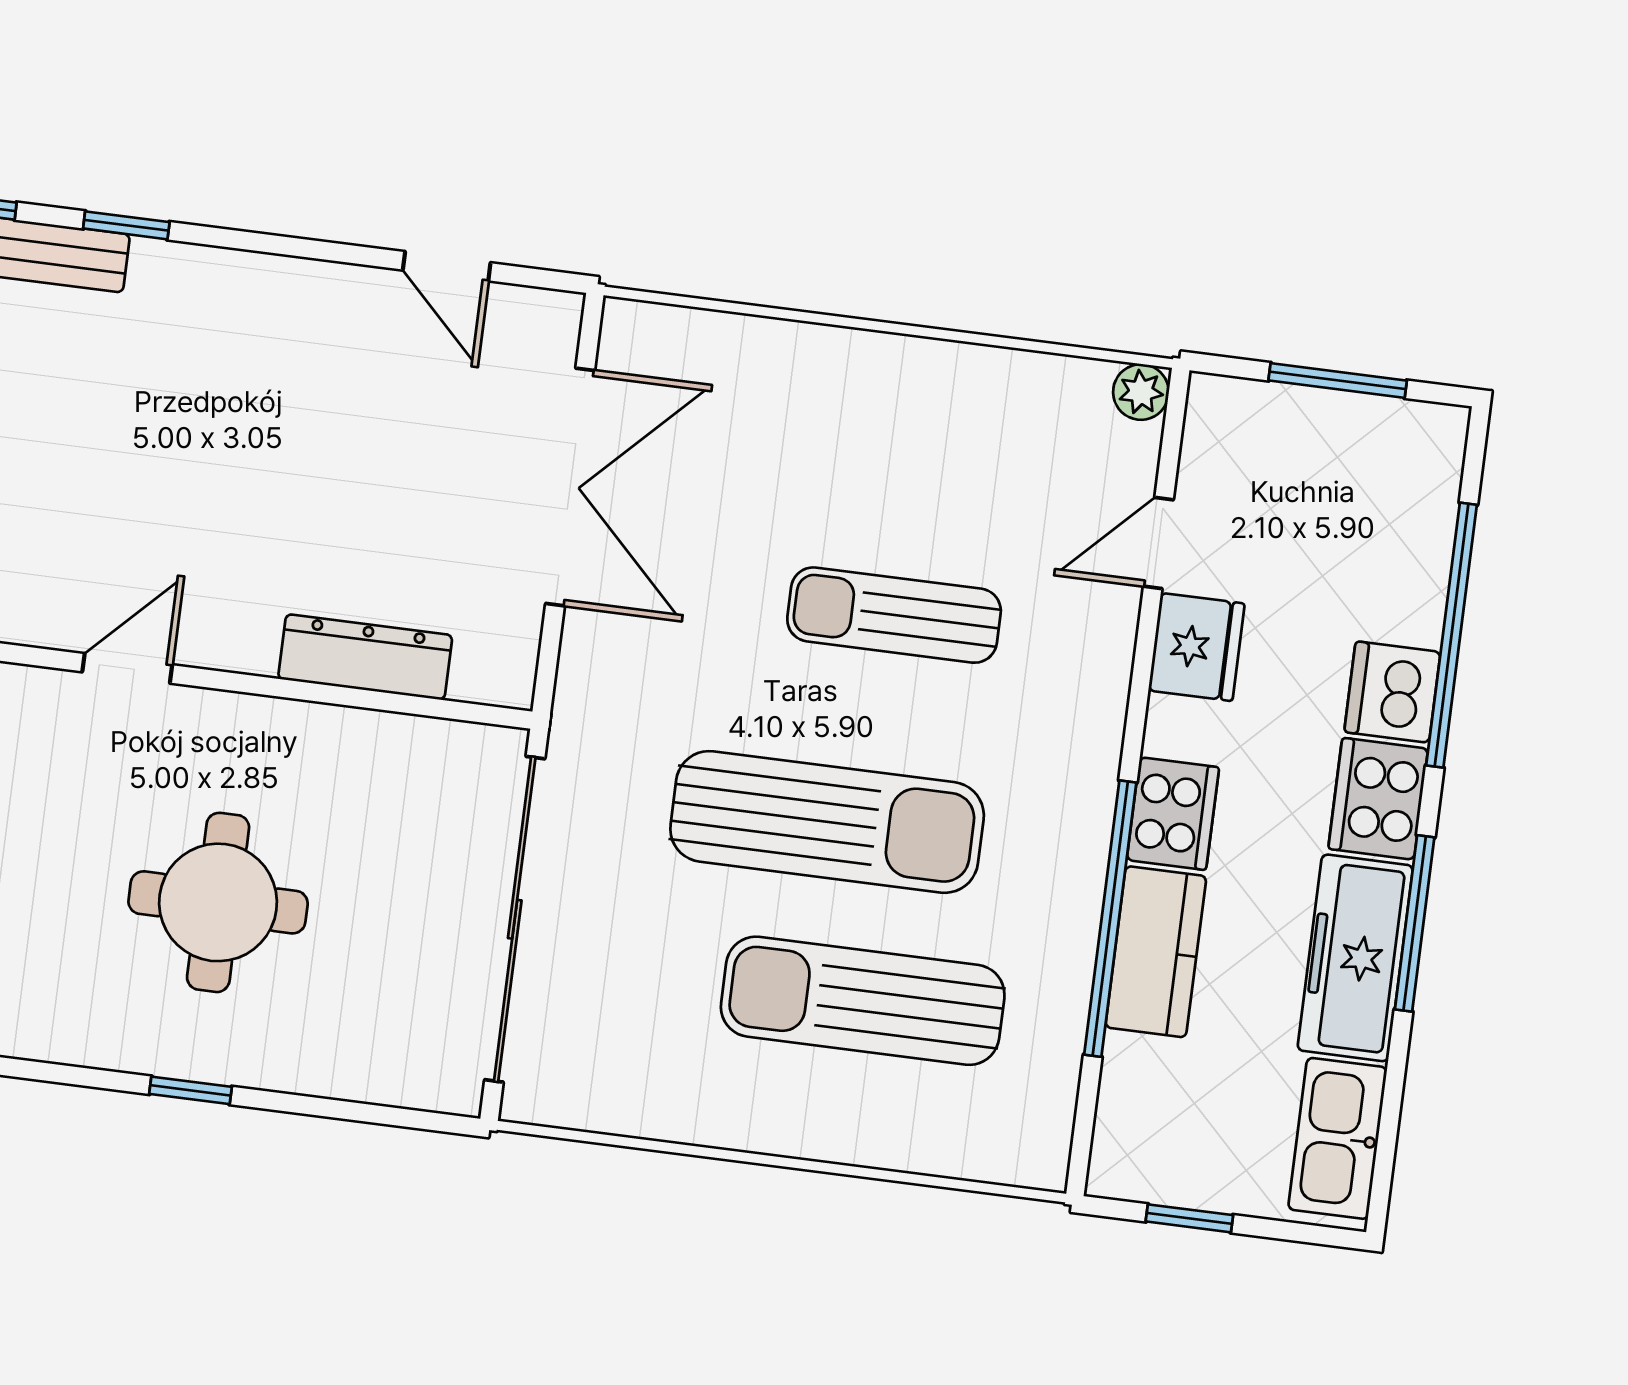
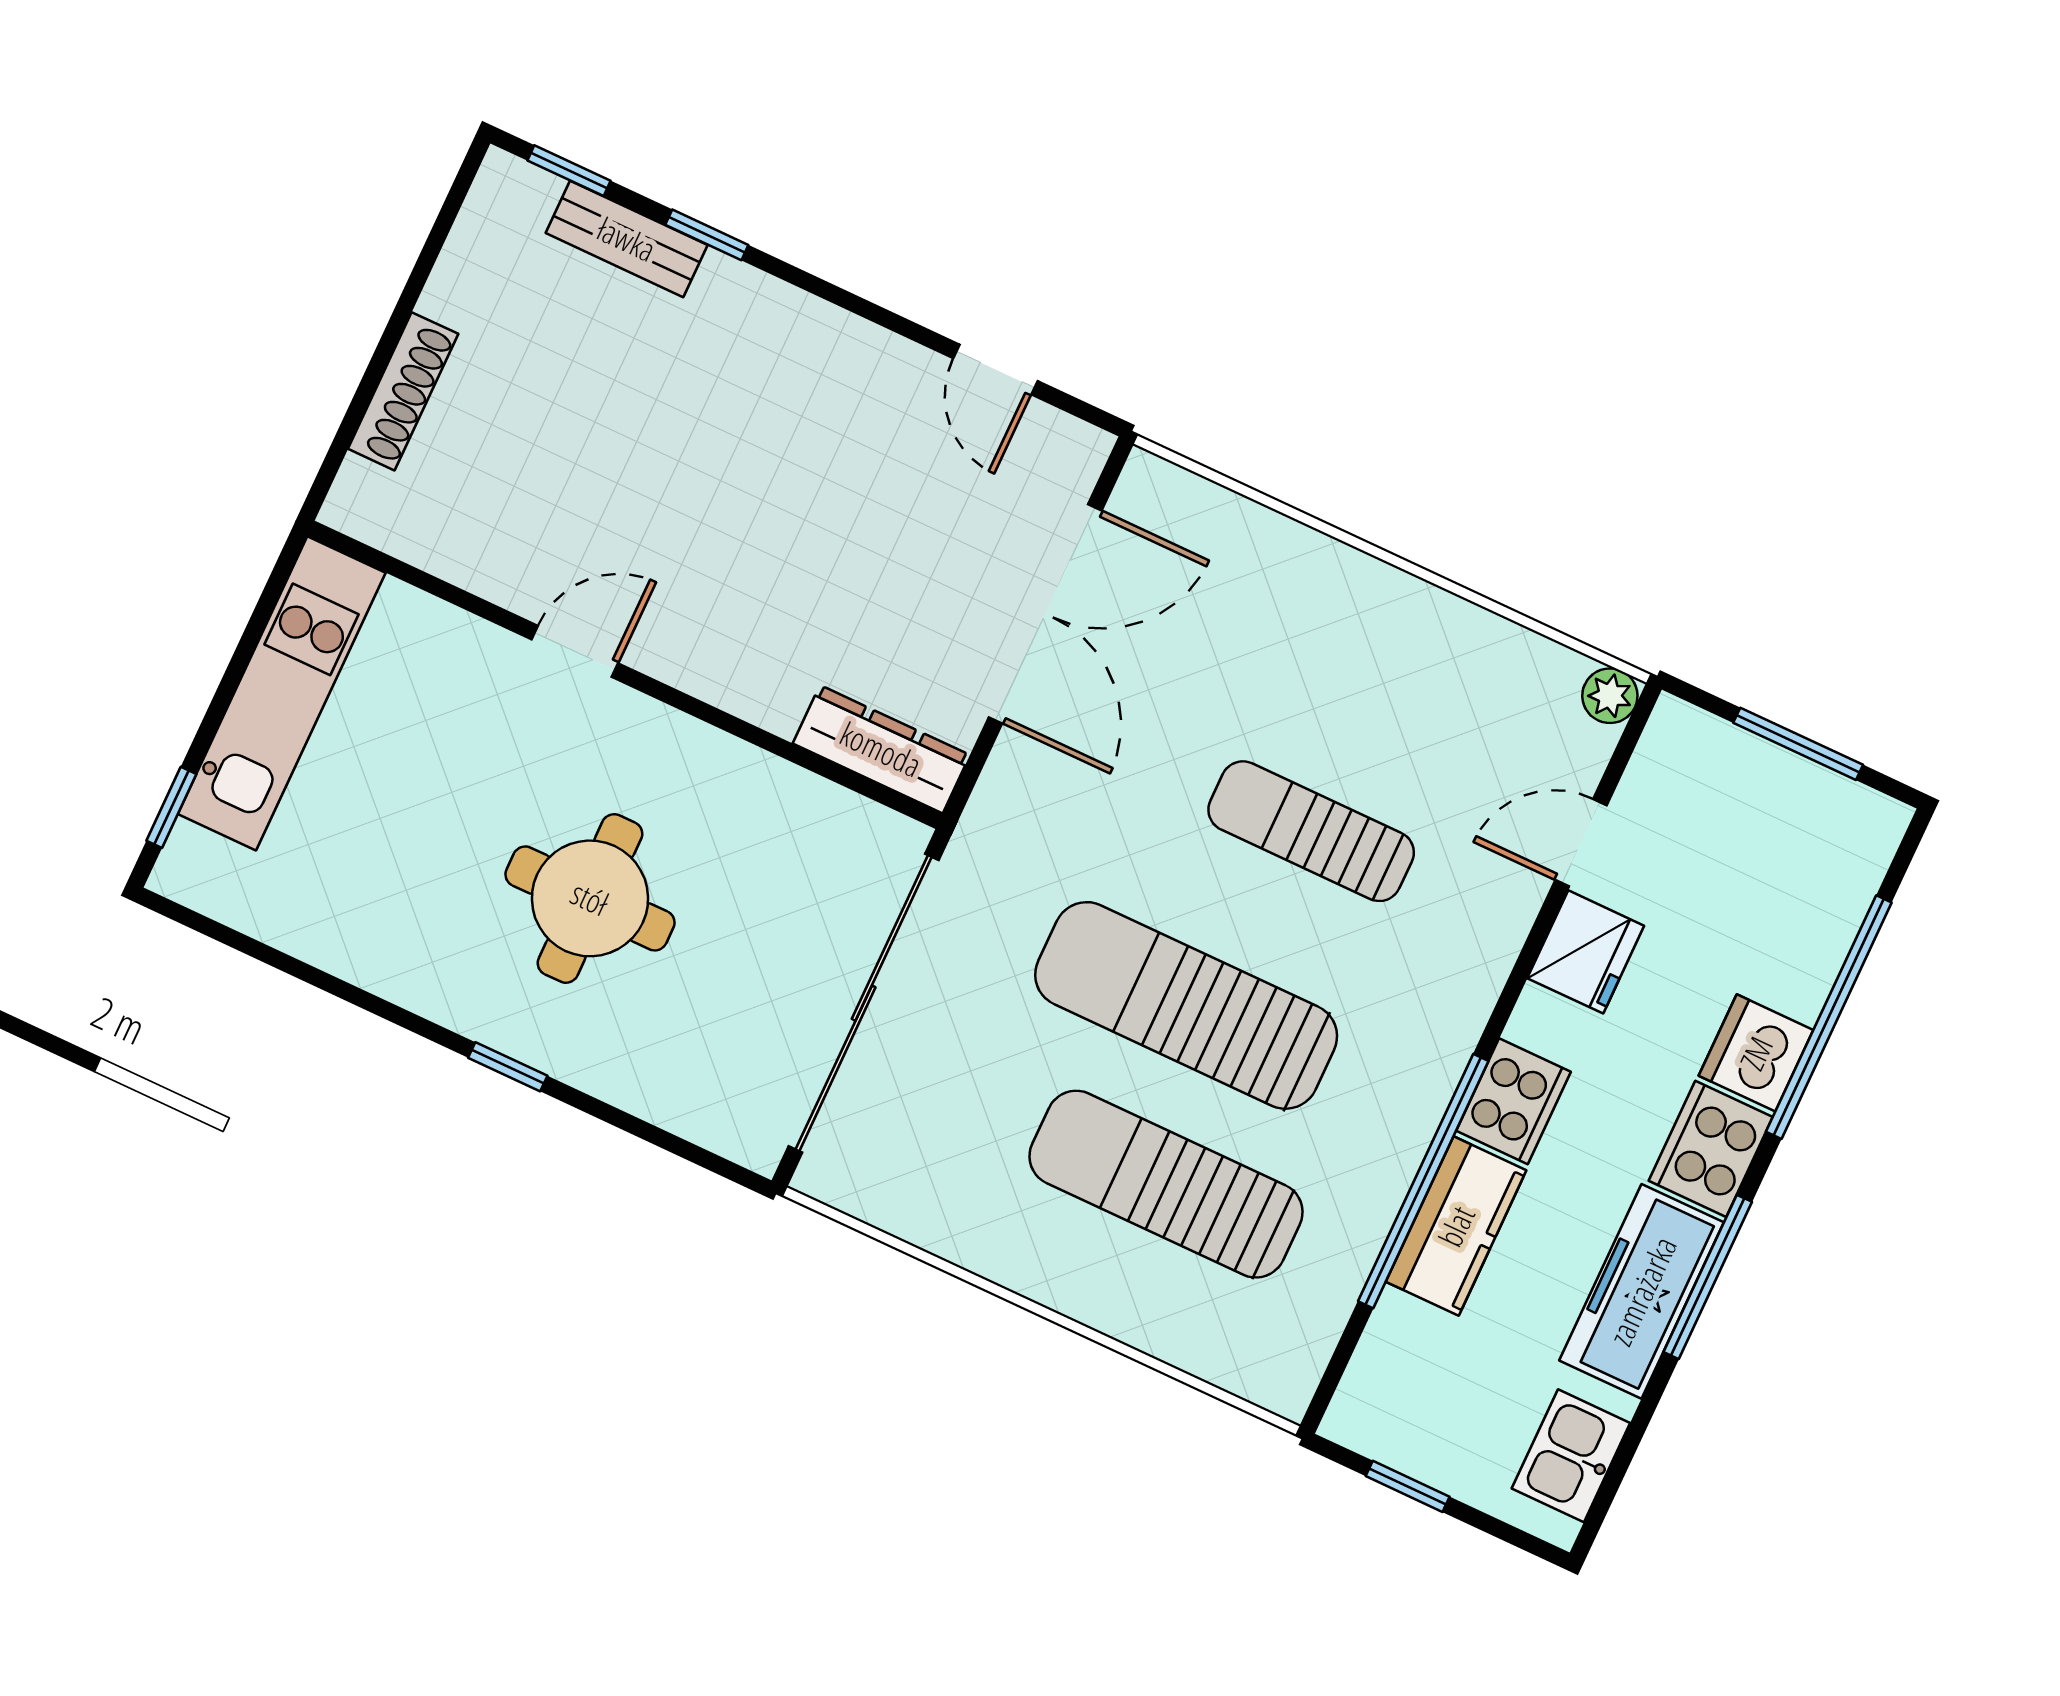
dresser: (365, 657) -> (881, 749), moved
sun lounger: (827, 822) -> (1186, 1005), turned 180
kitchen sink: (1338, 1138) -> (1571, 1456), width x0.73

